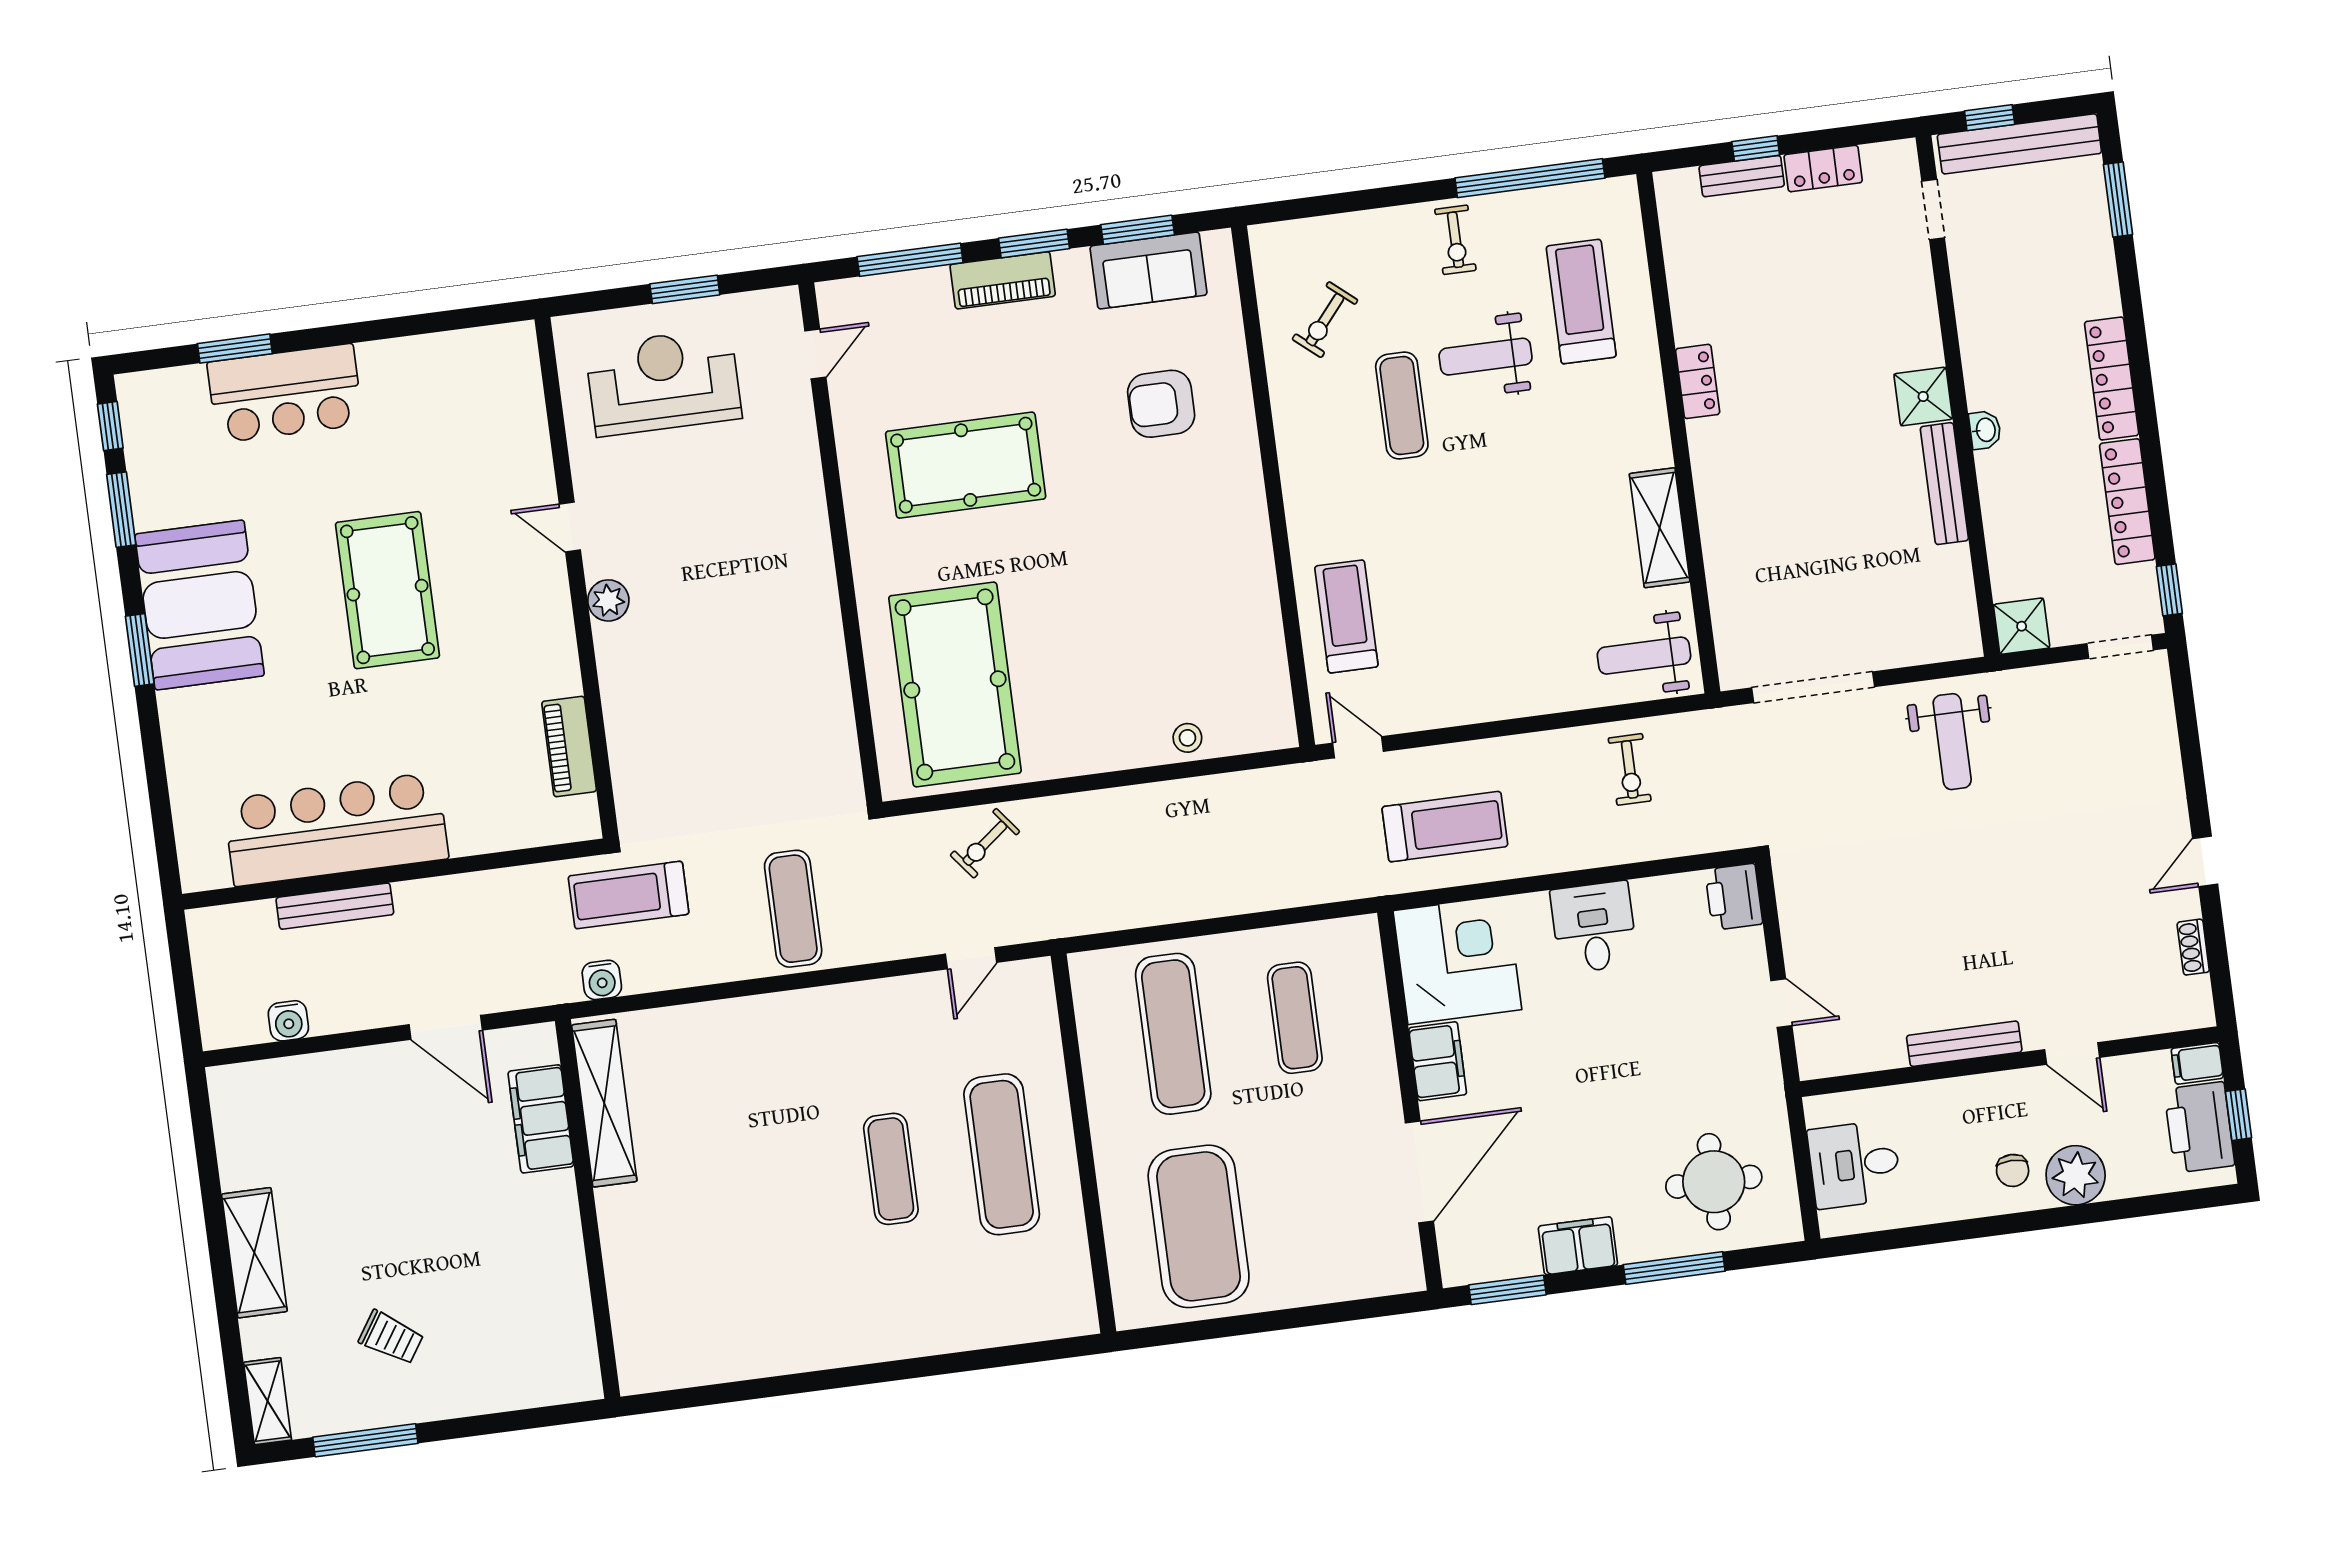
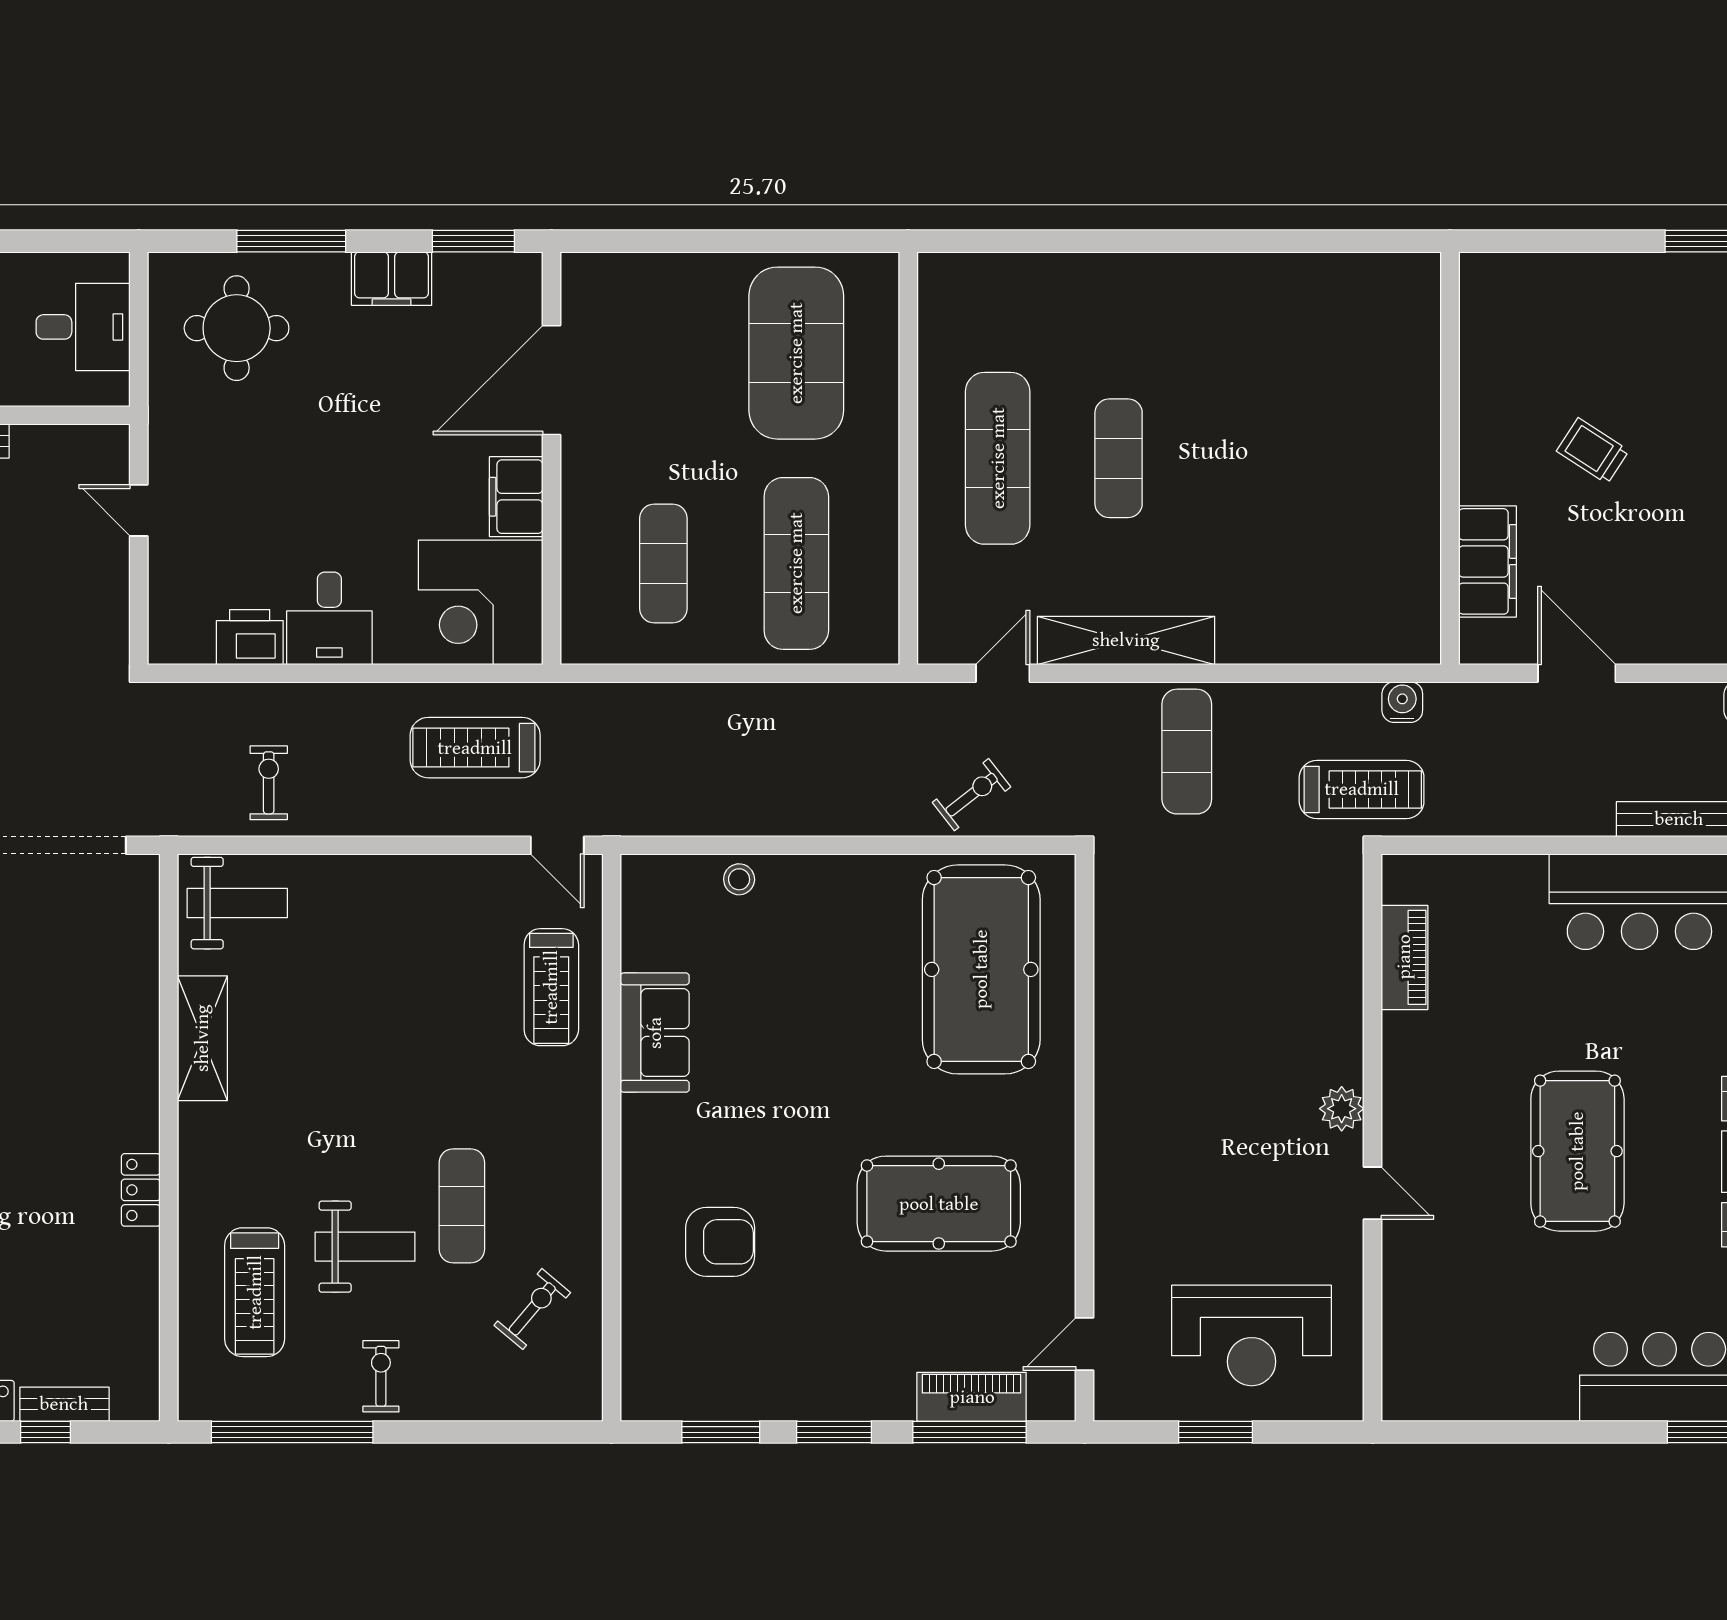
sofa: (1148, 270) -> (655, 1033), moved, turned 90
piano: (1003, 280) -> (972, 1397), moved
printer: (1734, 897) -> (250, 637), moved, turned -90
shelving: (604, 1103) -> (1126, 640), moved, turned 90
trolley: (391, 1338) -> (1593, 451), moved

